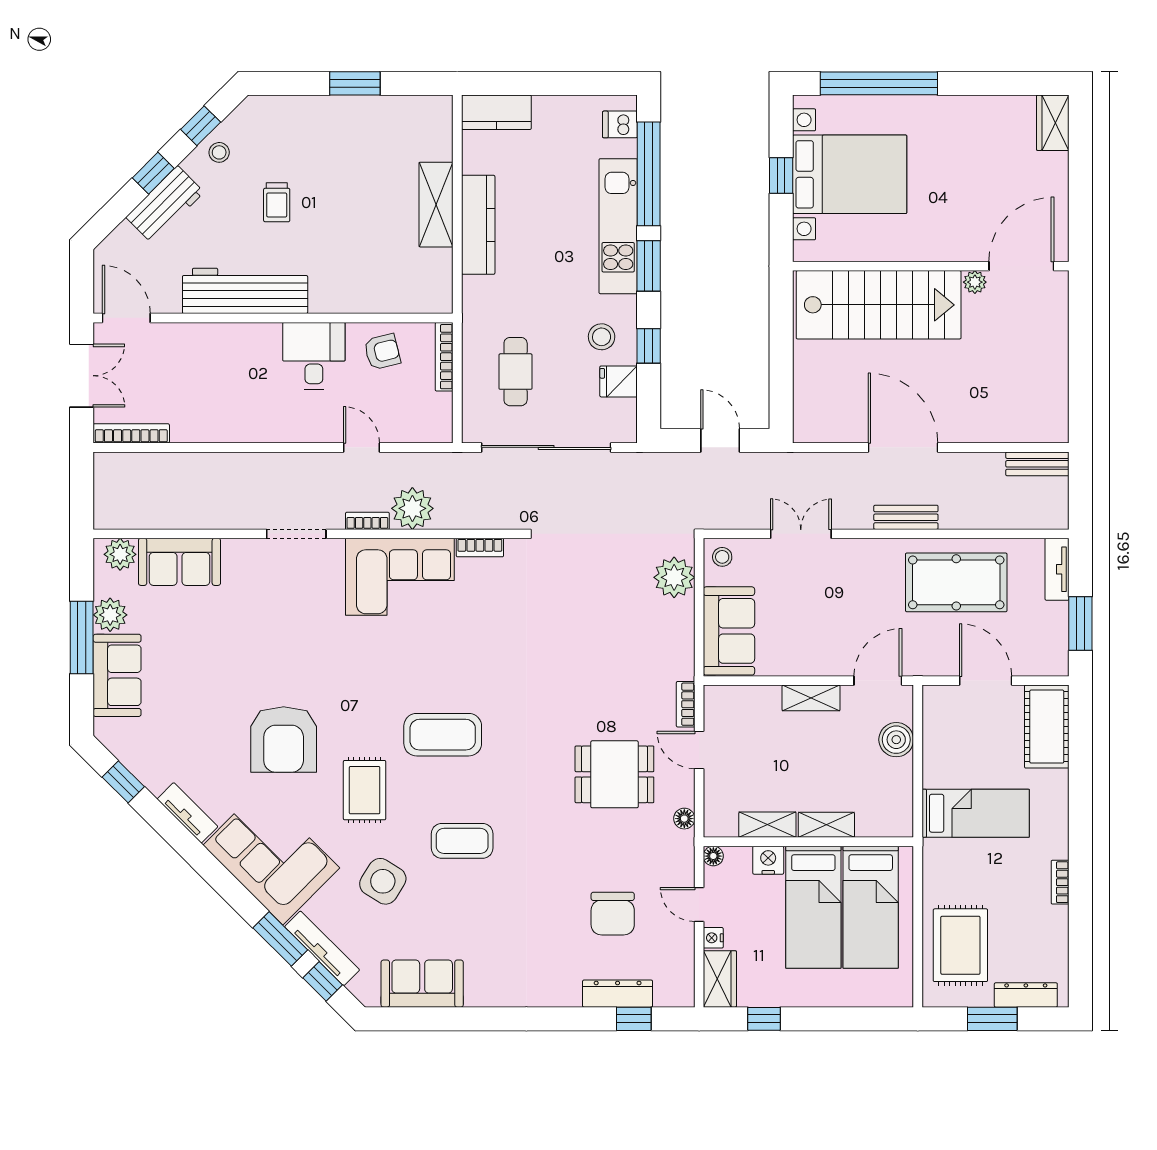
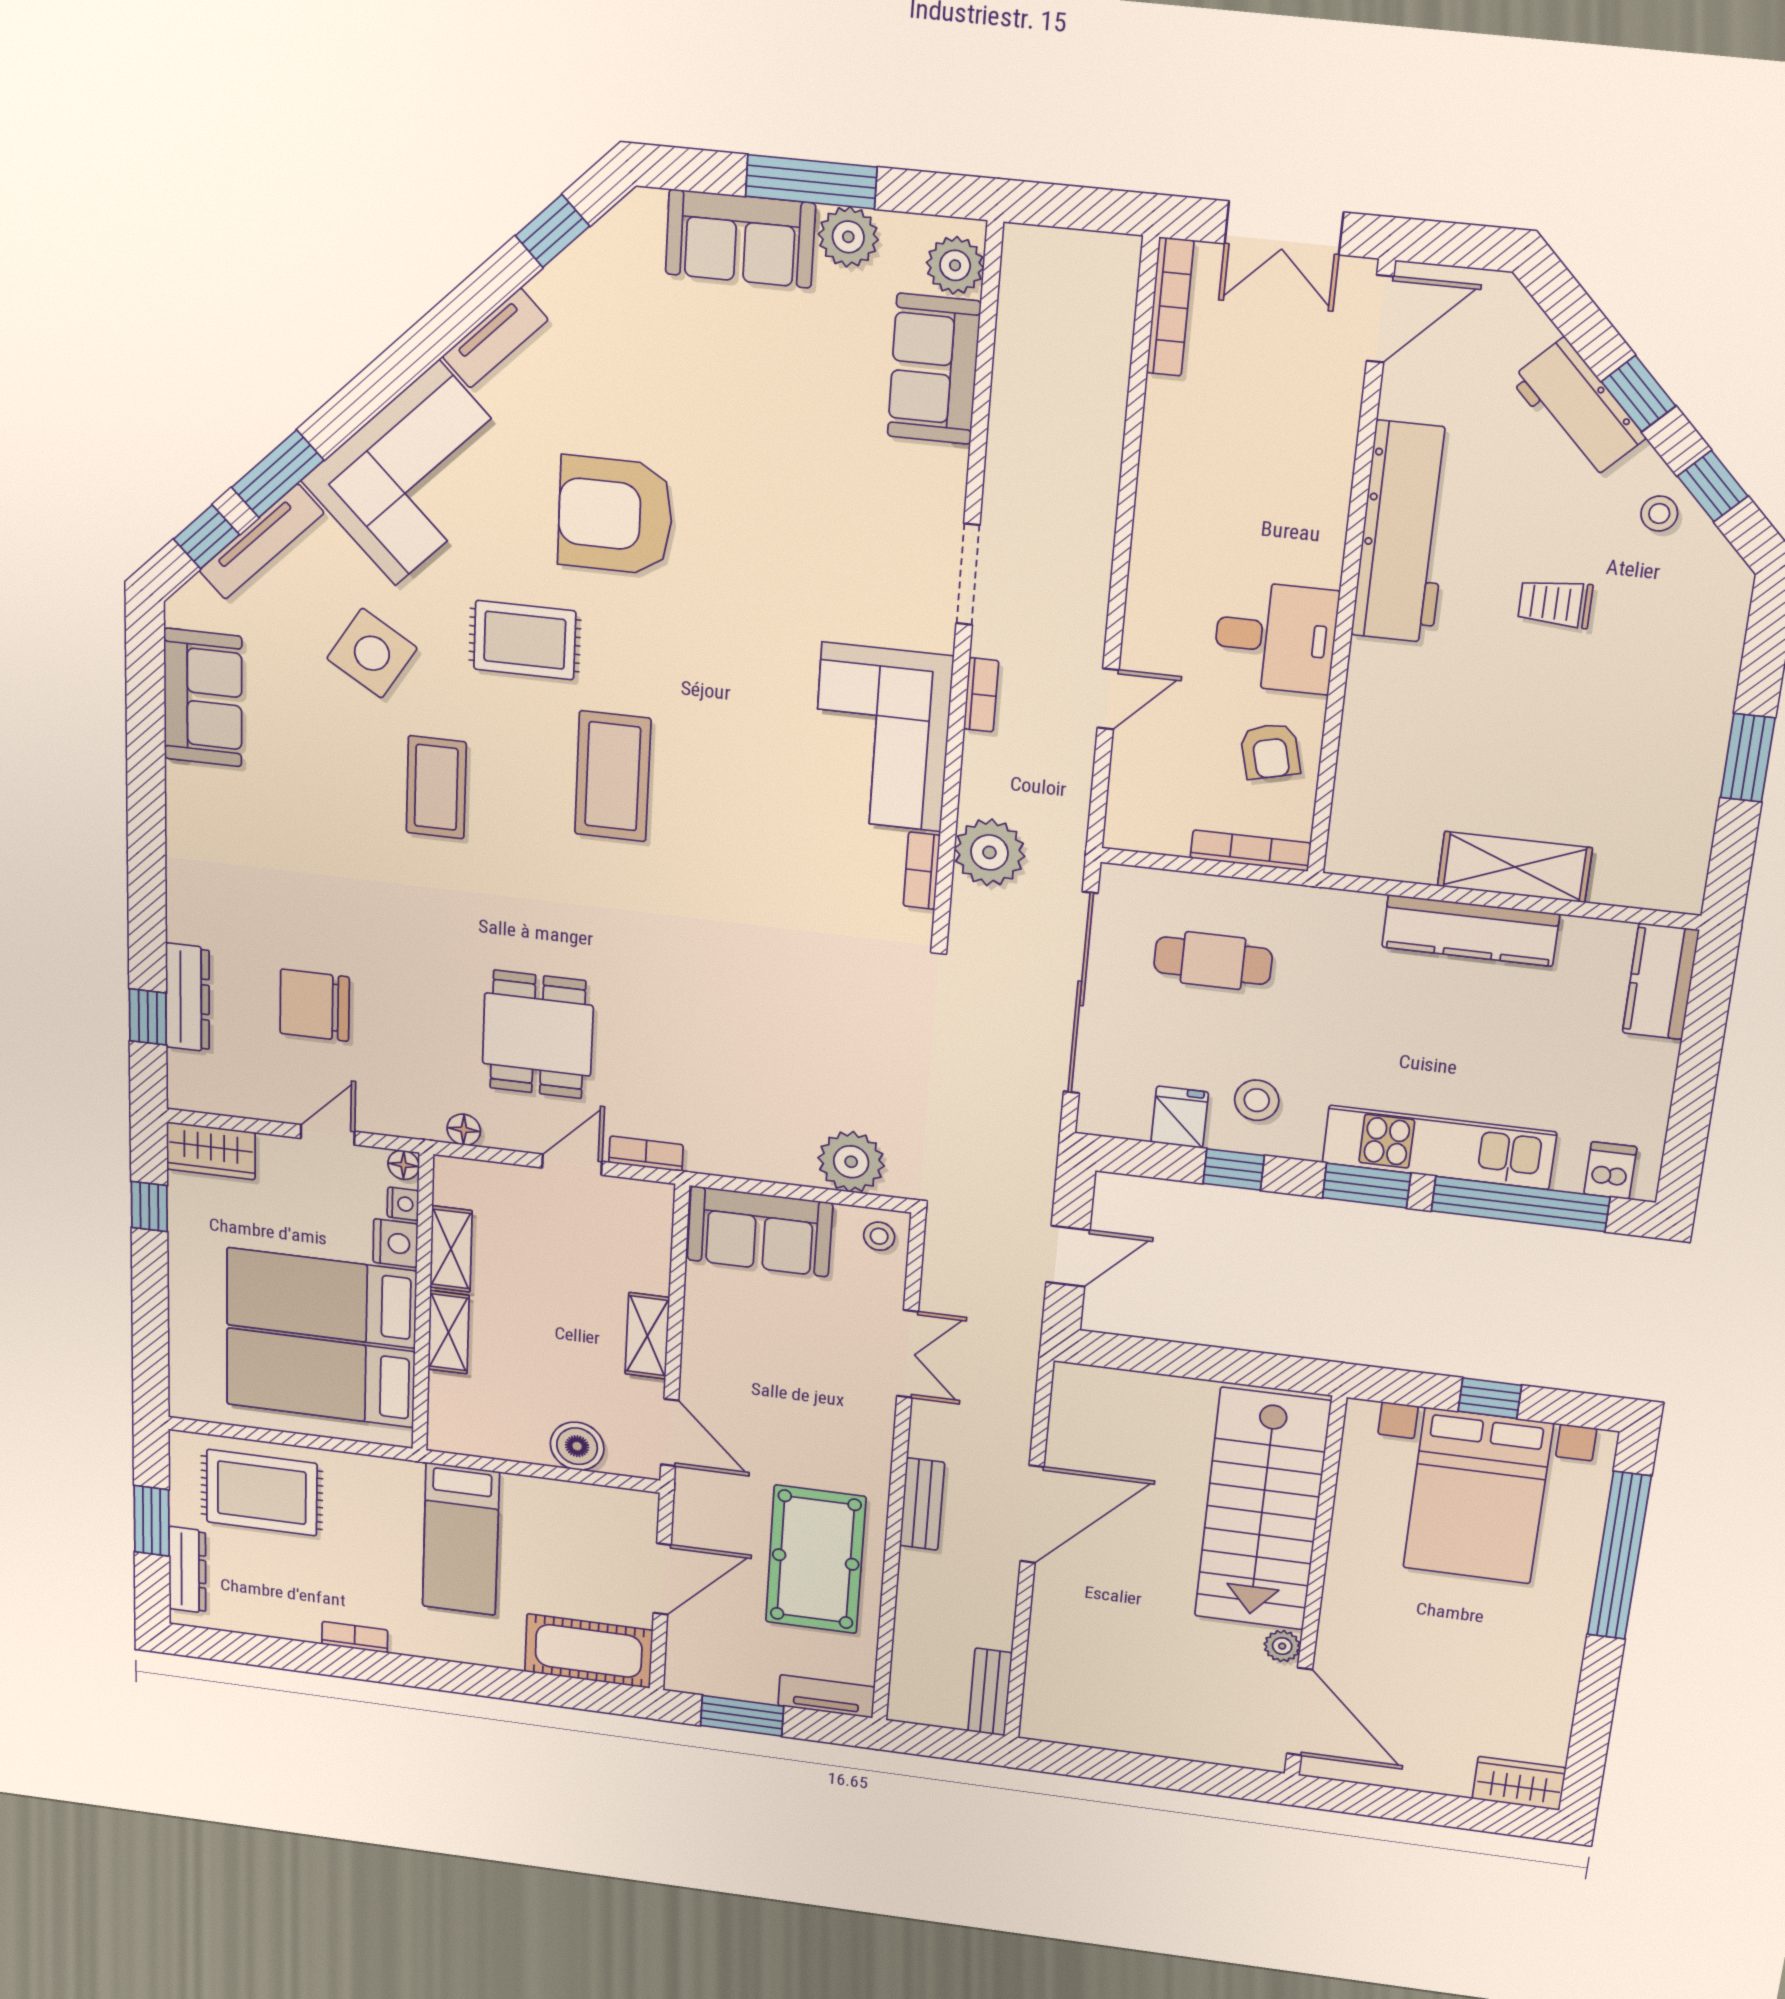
plant: (412, 508) -> (989, 852), moved
nightstand: (713, 938) -> (403, 1204), moved, turned 90

